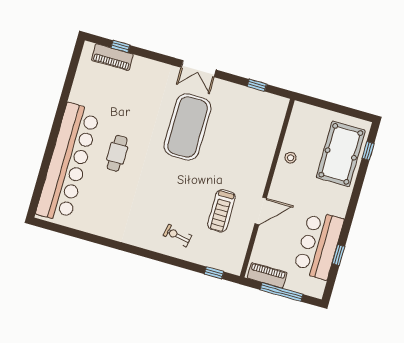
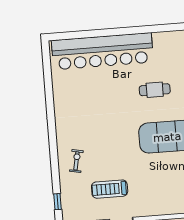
cafe table: (117, 153) -> (155, 90), moved

